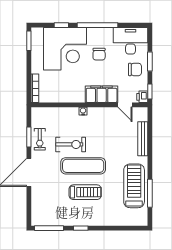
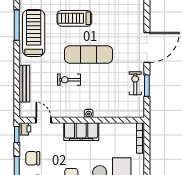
filing cabinet: (102, 94) -> (81, 132), moved
exercise bike: (71, 144) -> (69, 80), moved, width x0.73, depth x0.72
treadmill: (134, 186) -> (34, 33), turned 180
treadmill: (85, 192) -> (74, 18), moved

